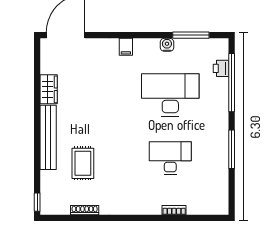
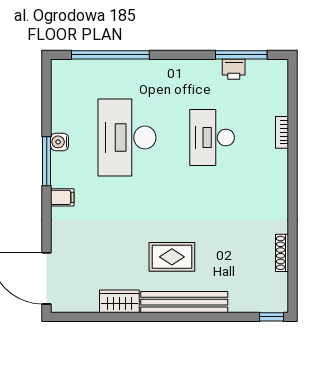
window: (191, 35) -> (47, 161), moved
printer: (221, 68) -> (234, 69), moved
window: (232, 149) -> (241, 55), moved
rug: (83, 163) -> (172, 257), moved

